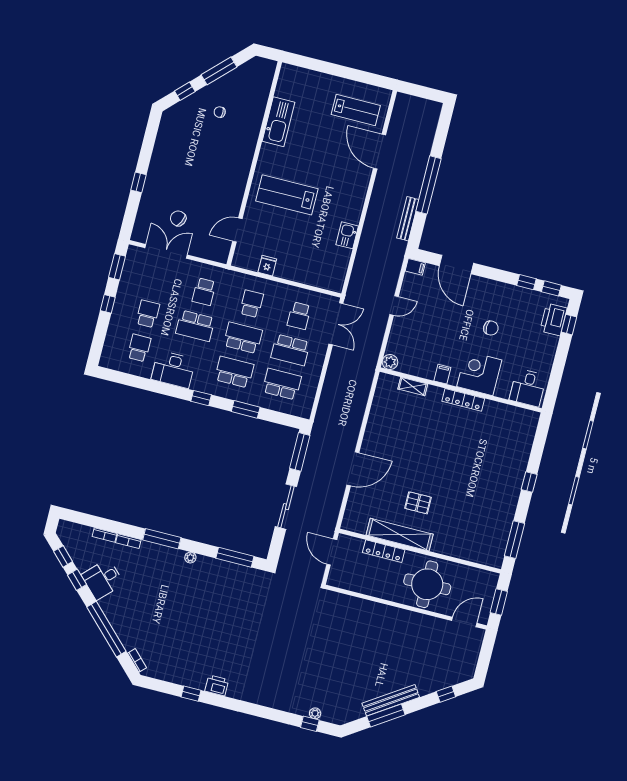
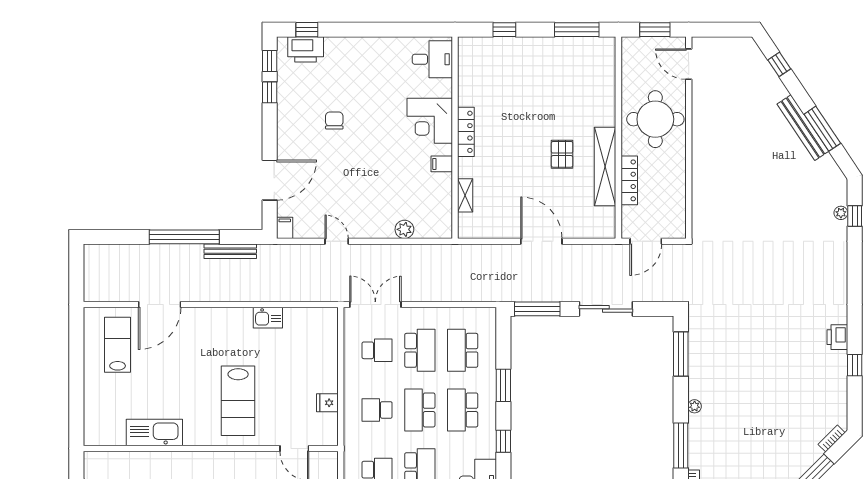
corner desk: (479, 373) -> (430, 121), moved
filing cabinet: (442, 374) -> (442, 164), moved
shelving: (413, 386) -> (465, 195), moved
desk: (528, 388) -> (432, 59), moved
wall: (461, 390) -> (455, 138), moved
locker: (463, 400) -> (466, 132), moved

